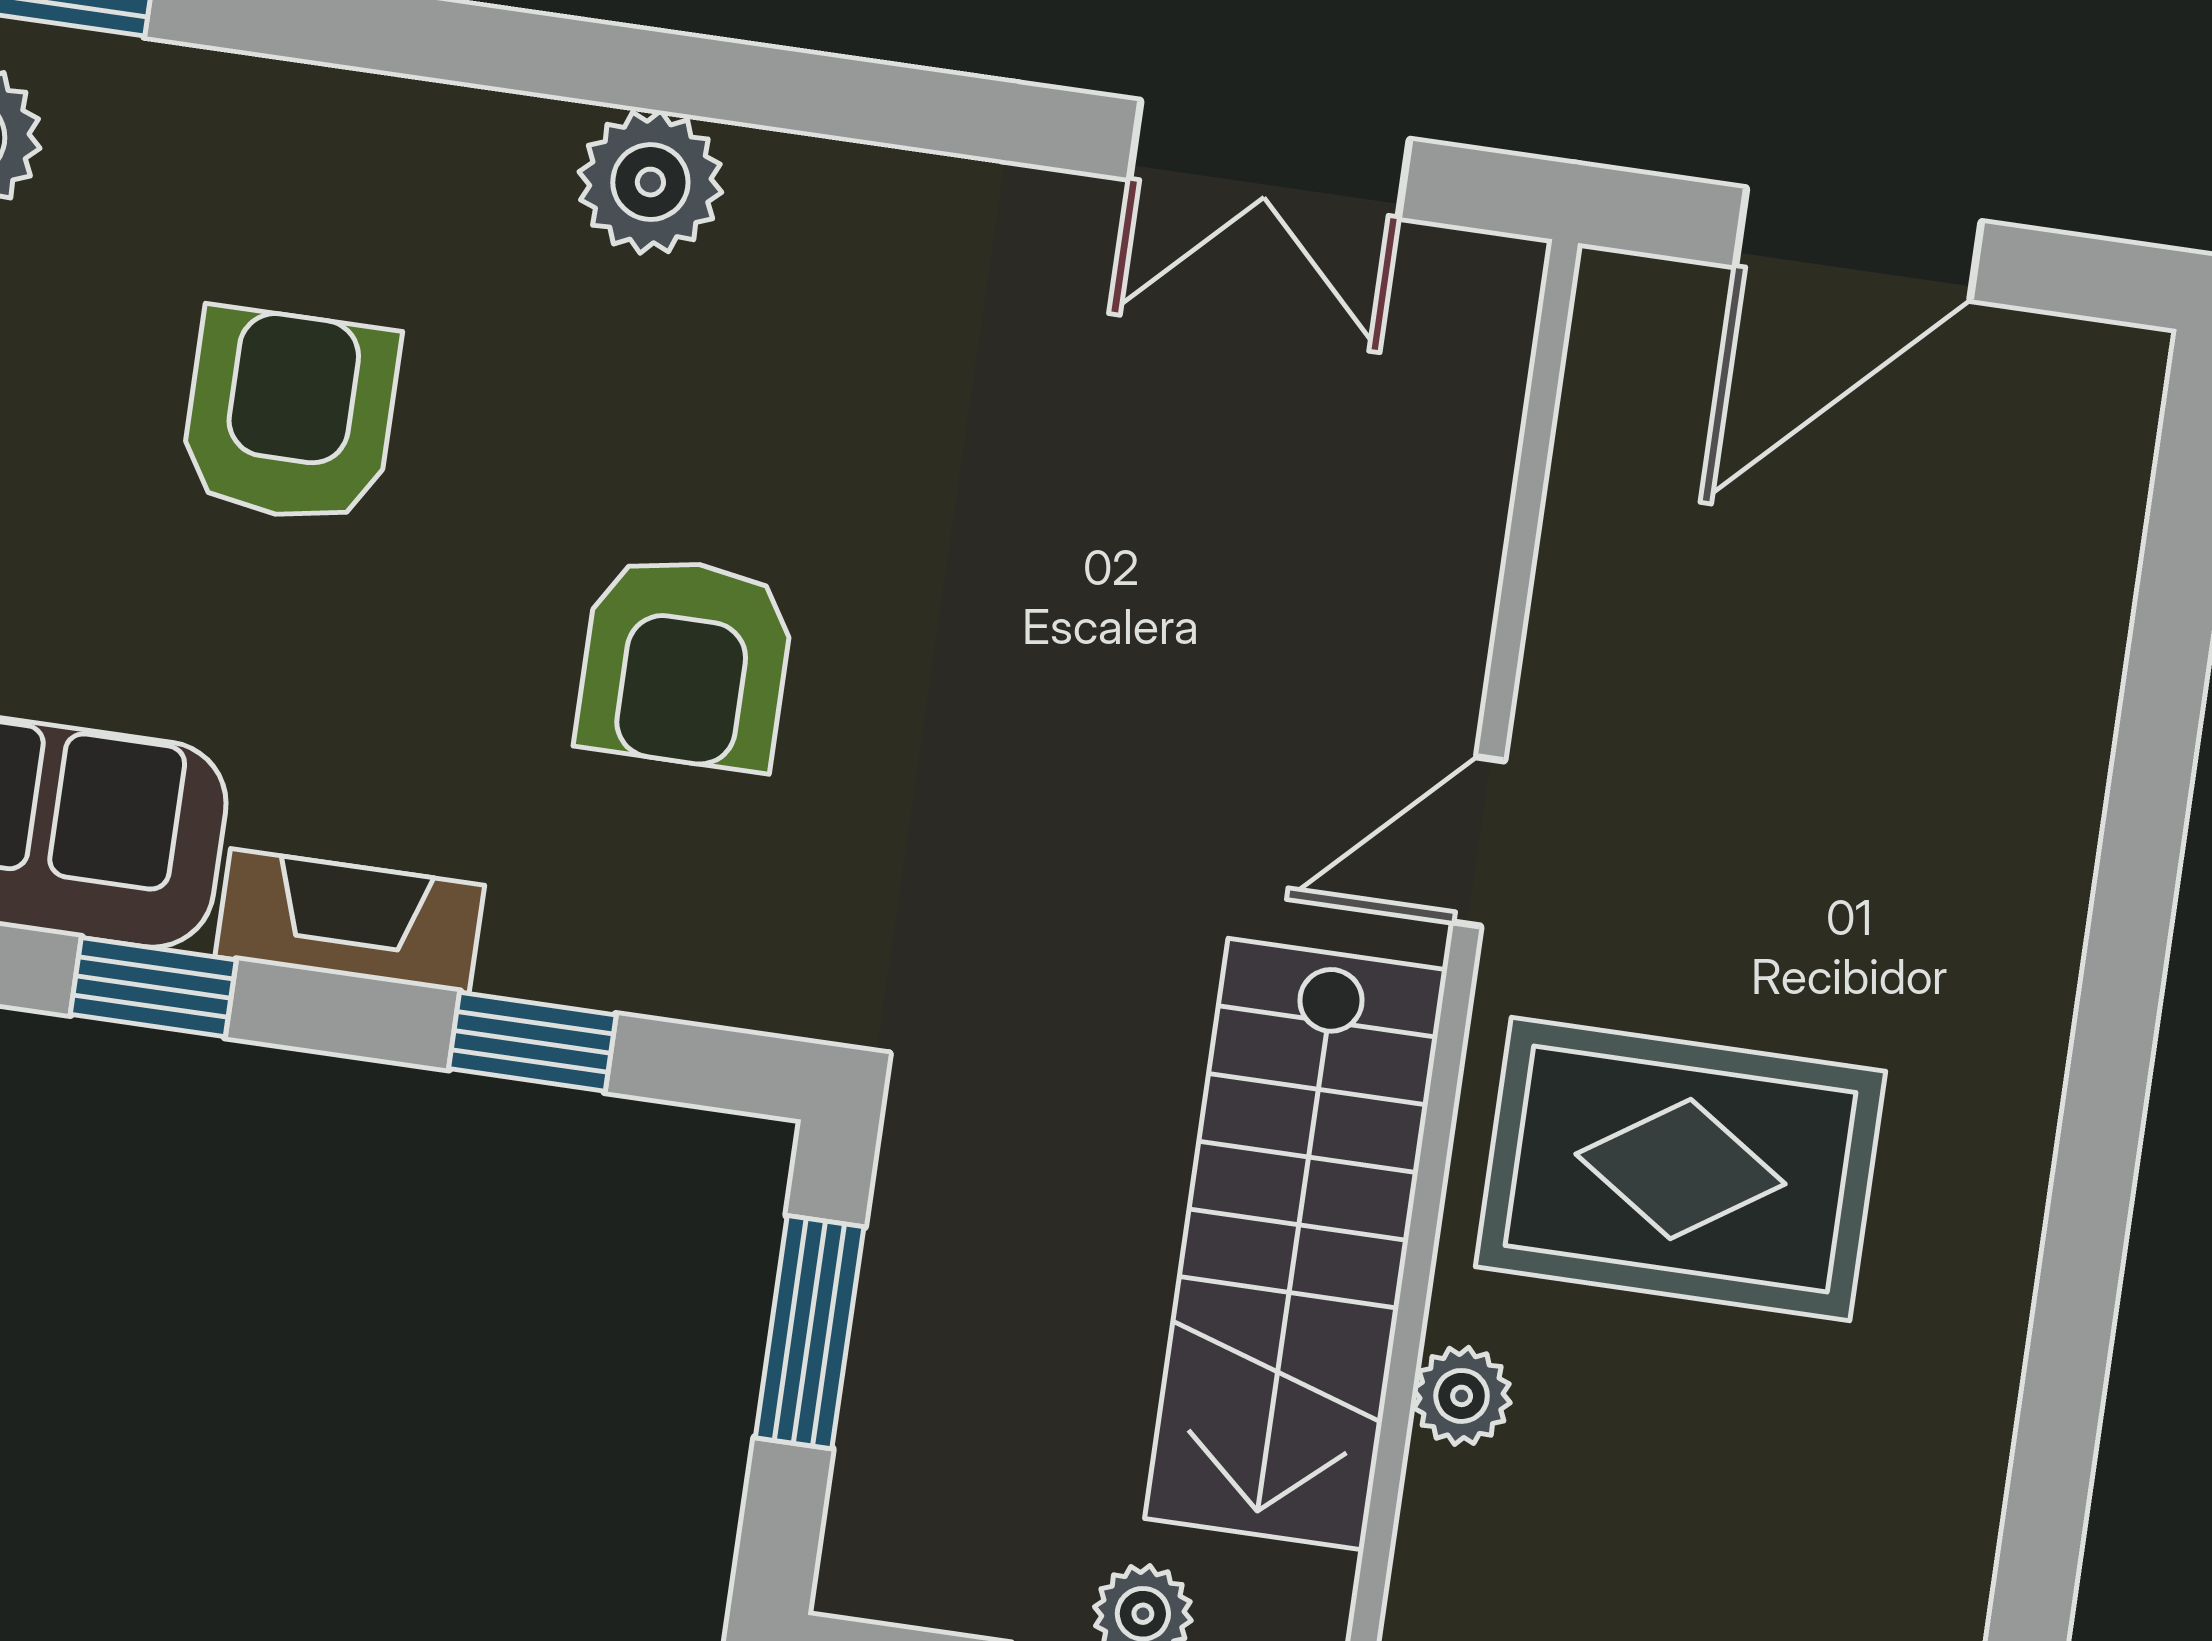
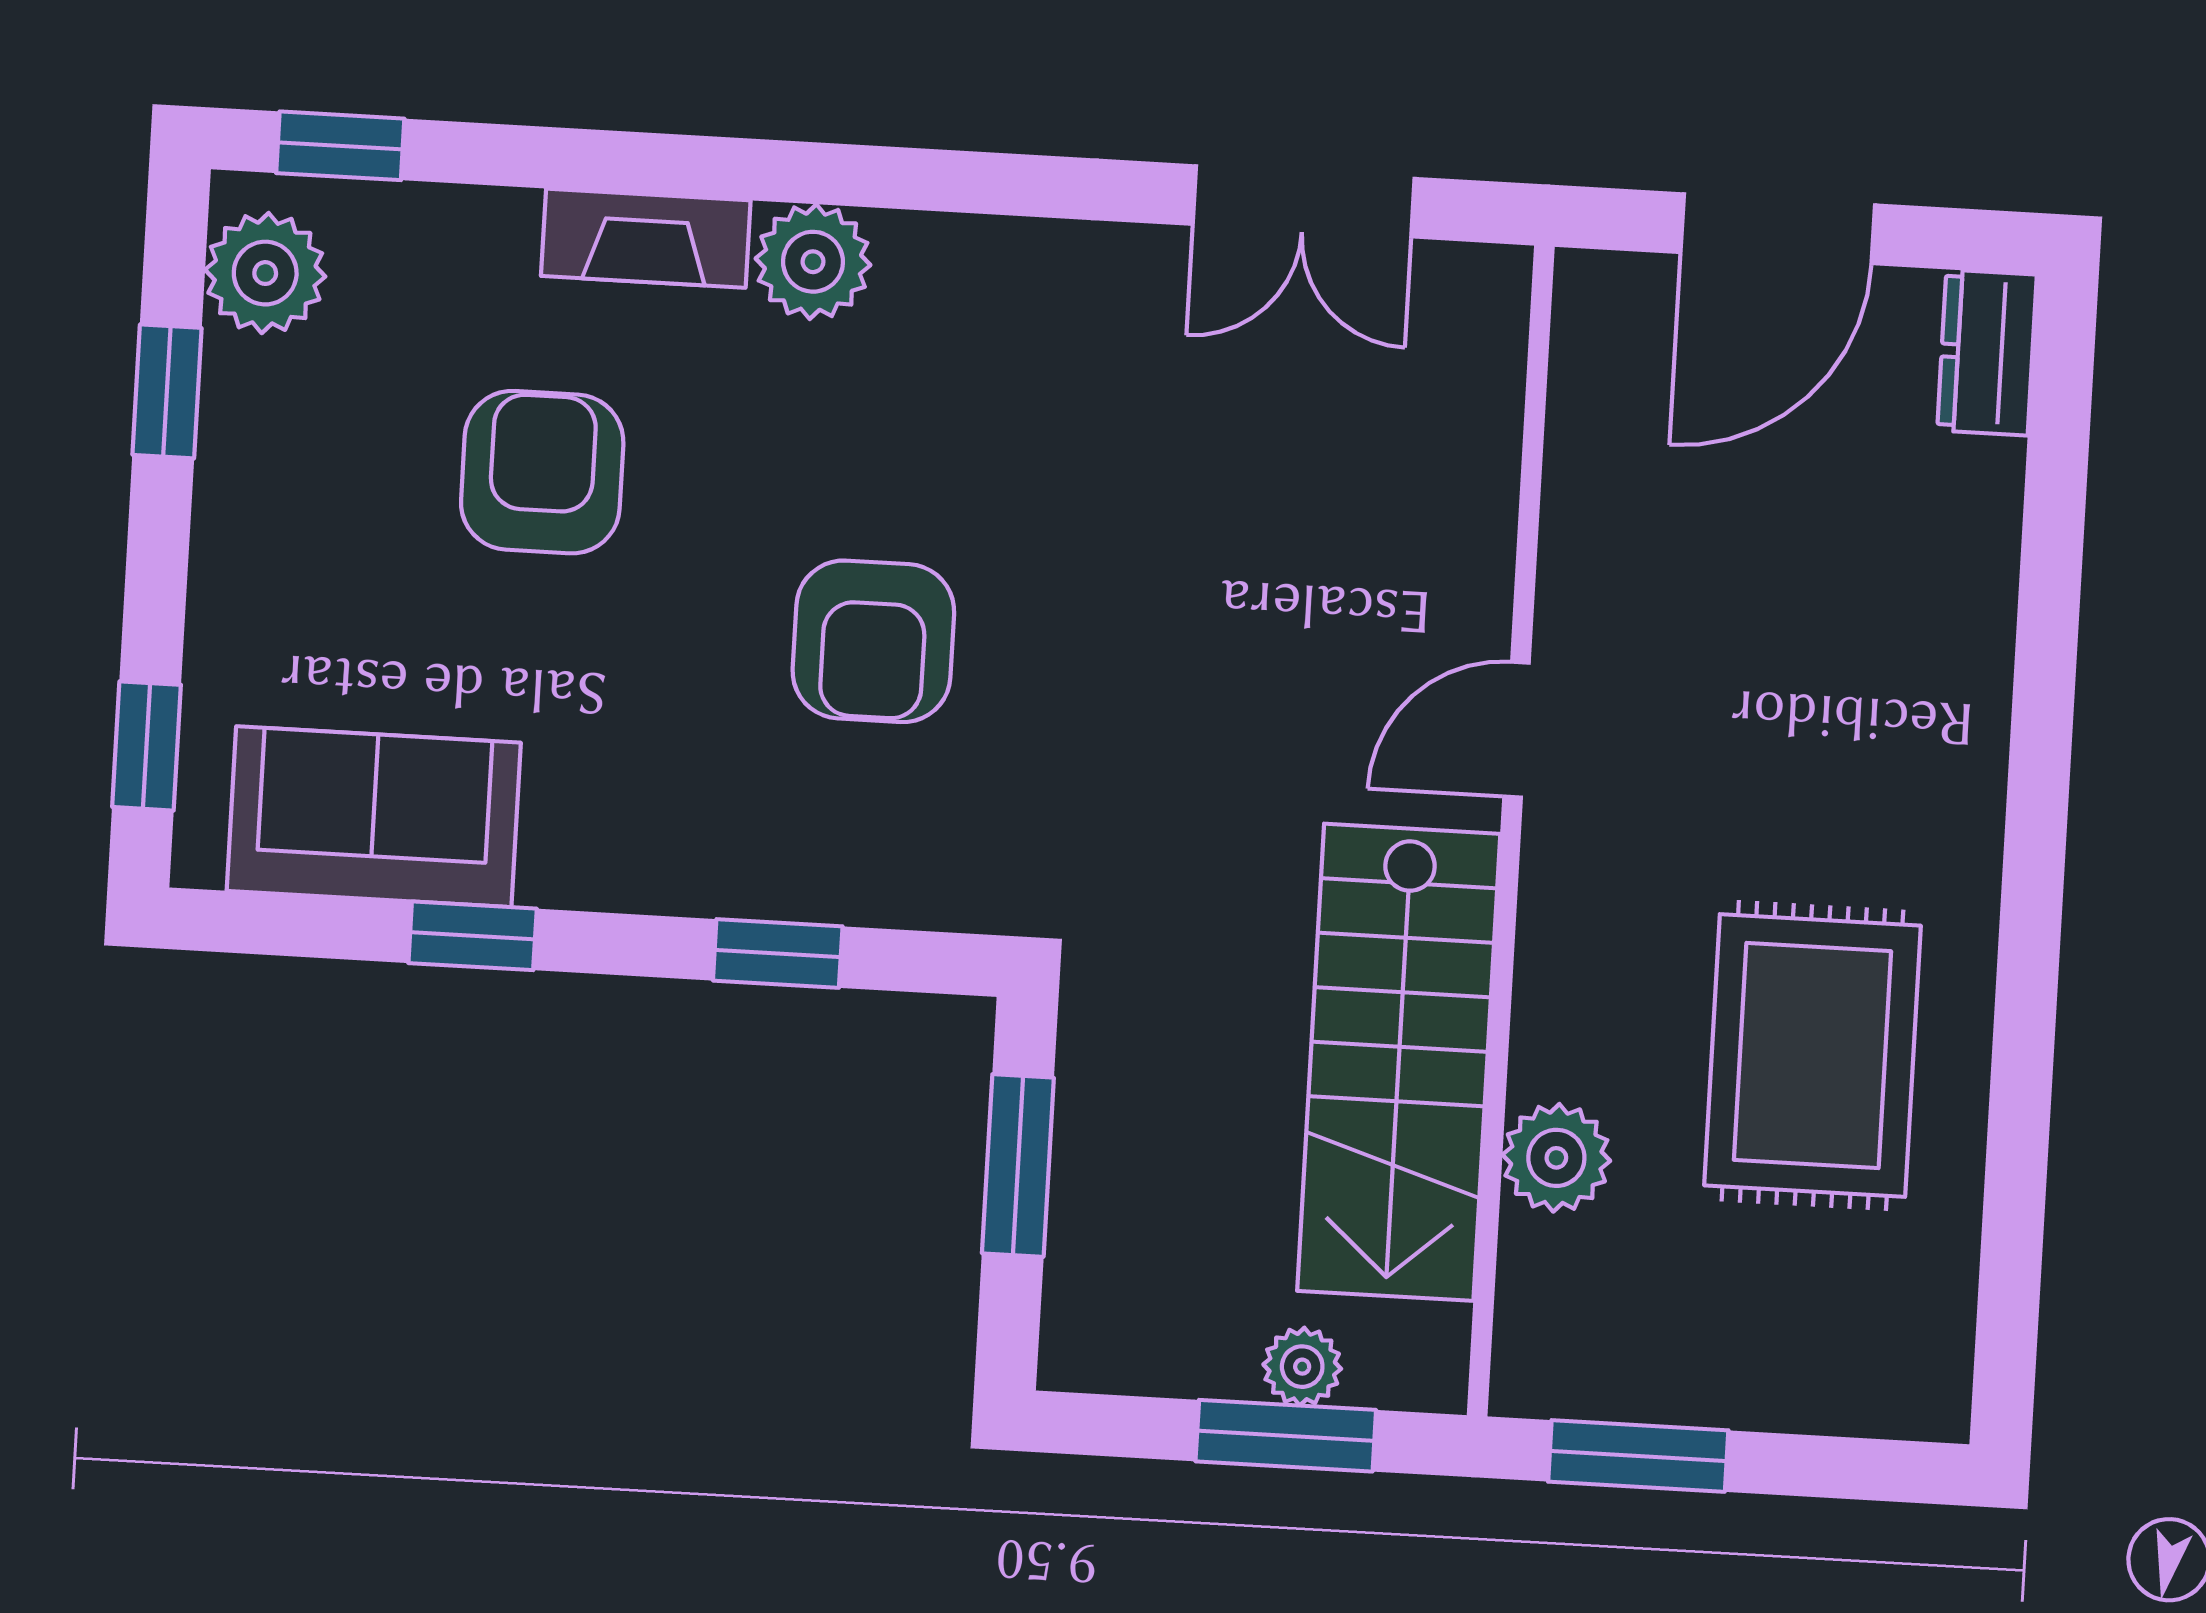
dresser: (2106, 421) -> (1987, 353), added
fireplace: (350, 921) -> (646, 238), moved, turned 180
rug: (1681, 1169) -> (1812, 1056), moved, turned 90
plant: (1462, 1396) -> (1556, 1158), width x1.38, depth x1.38

